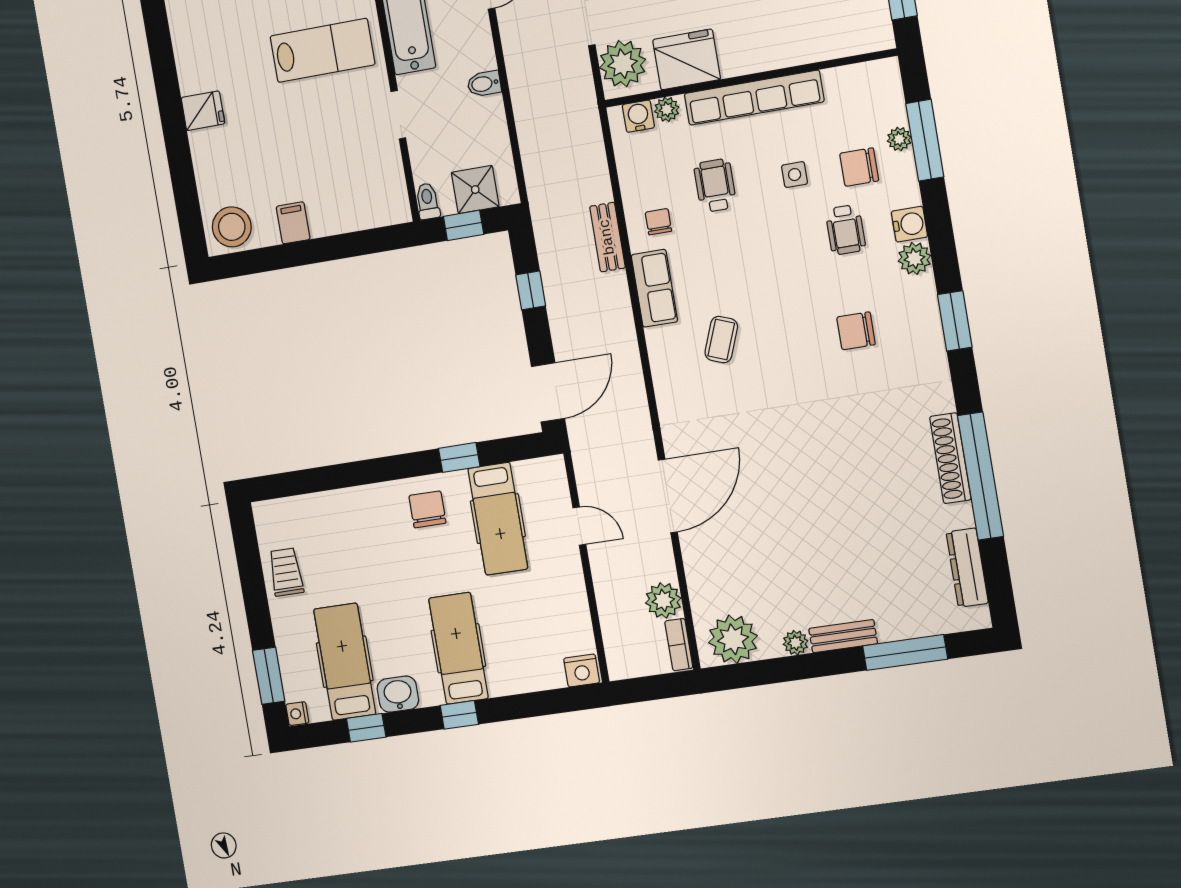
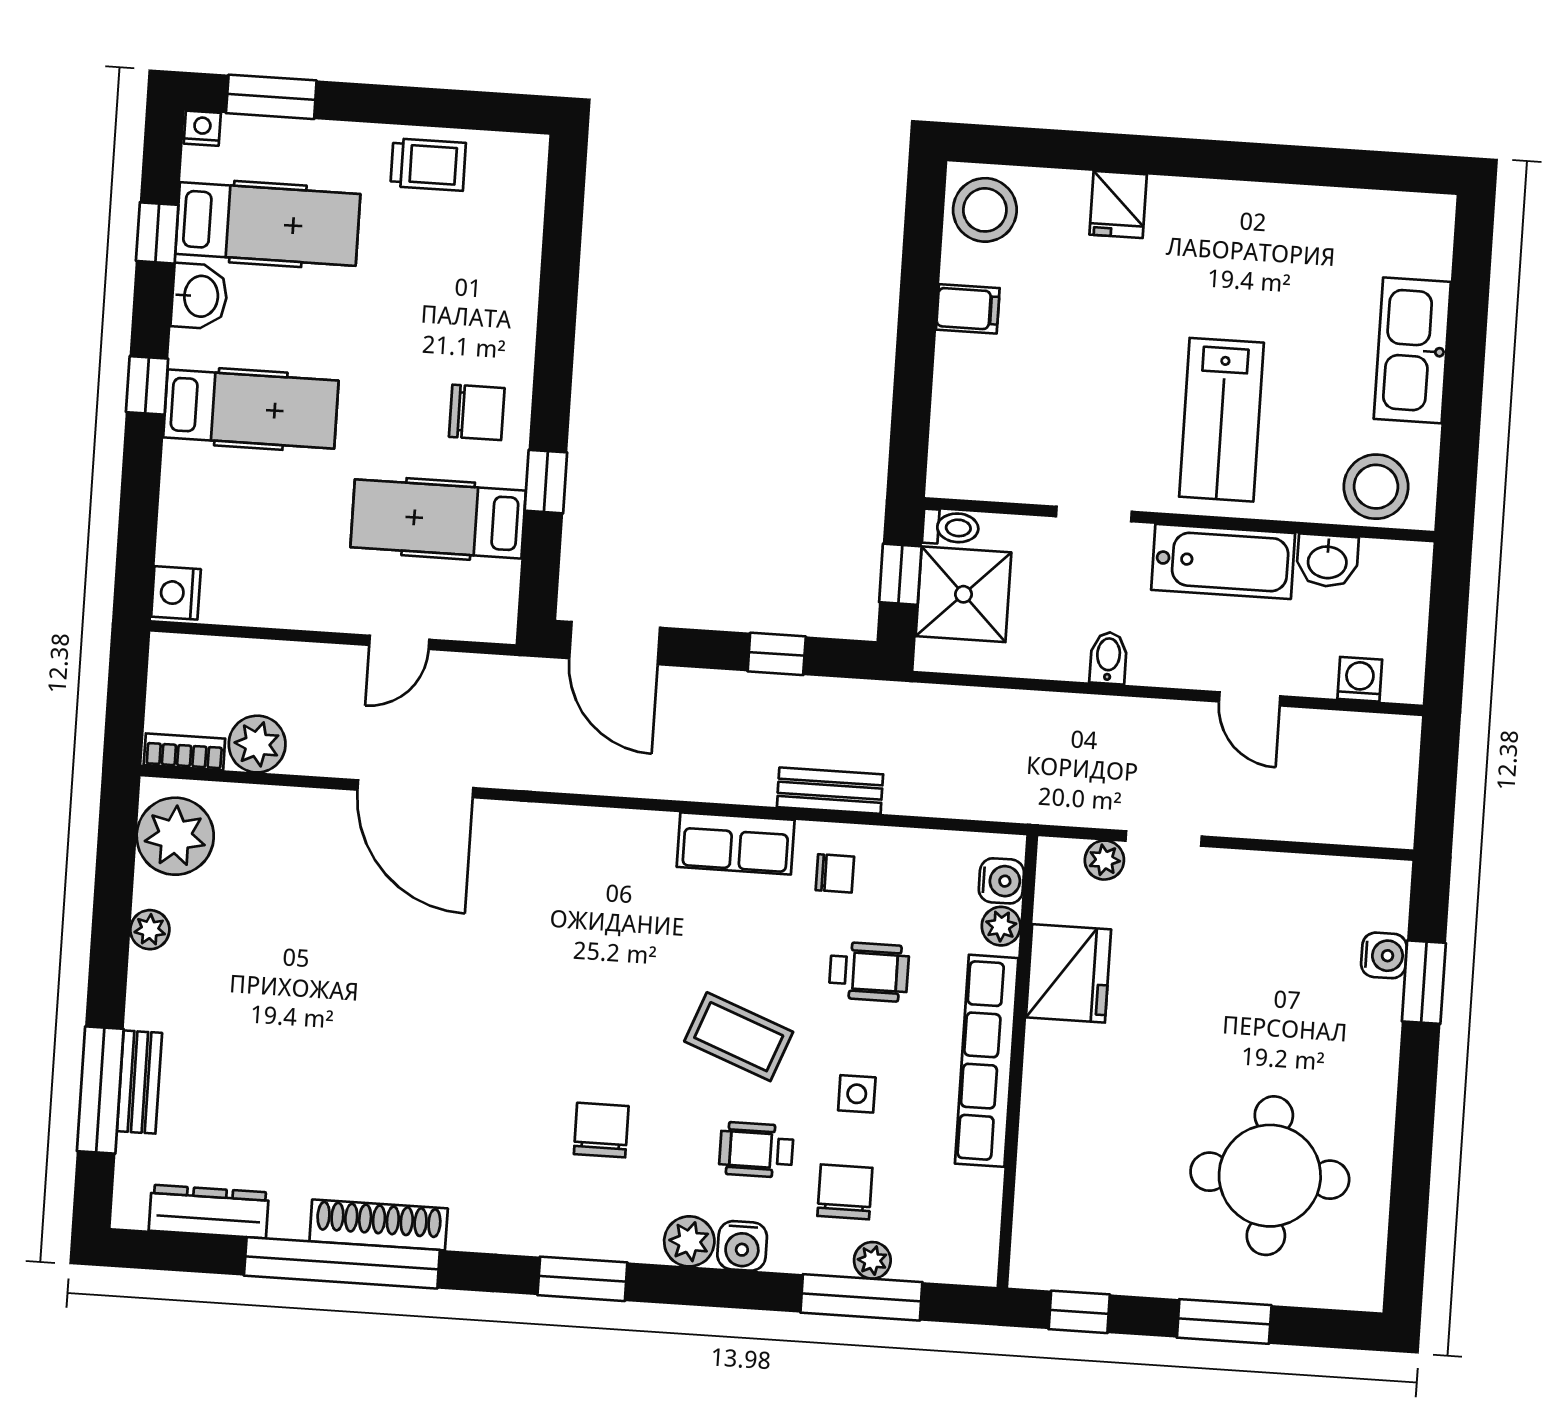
plant: (623, 64) -> (1104, 860), width x0.53, depth x0.53
fridge: (203, 111) -> (1118, 204), moved
shower: (475, 190) -> (963, 594), width x1.36, depth x1.36
coffee table: (721, 340) -> (739, 1037), moved, width x1.36, depth x1.30
bench: (843, 636) -> (140, 1082), moved

